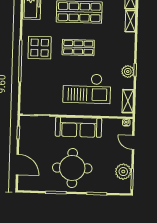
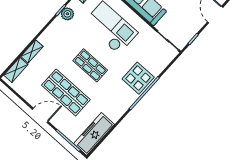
display table: (40, 48) -> (138, 78), moved

